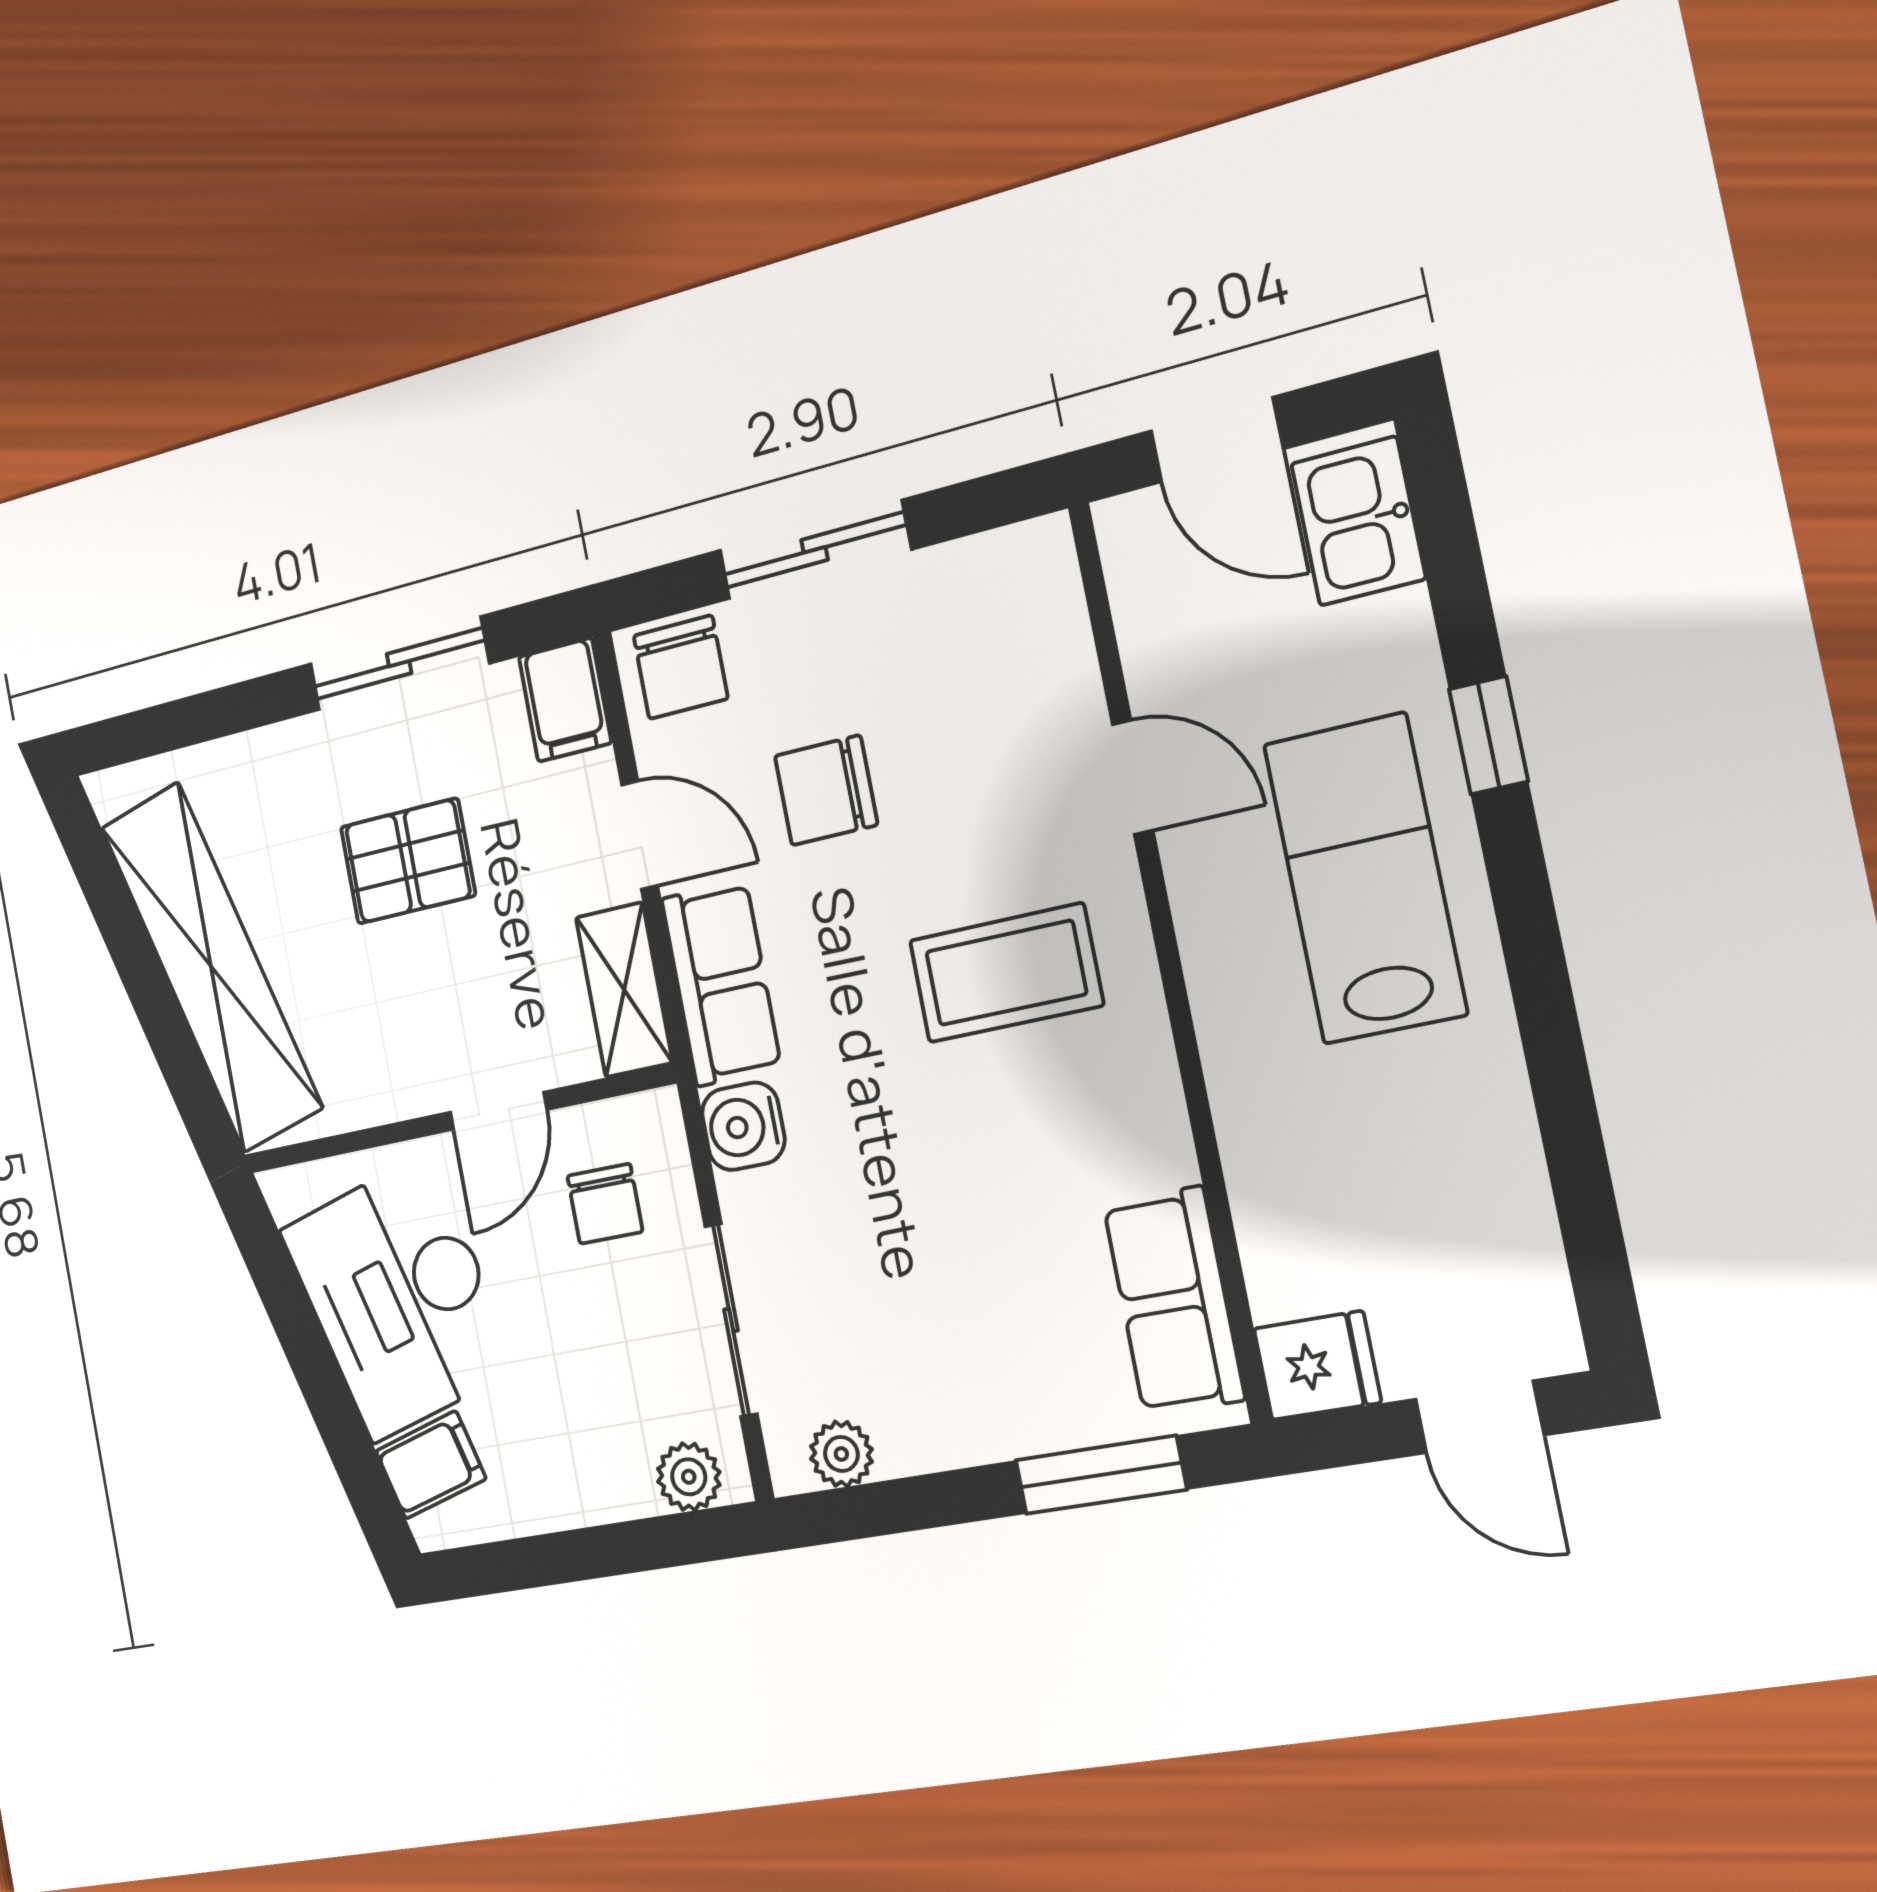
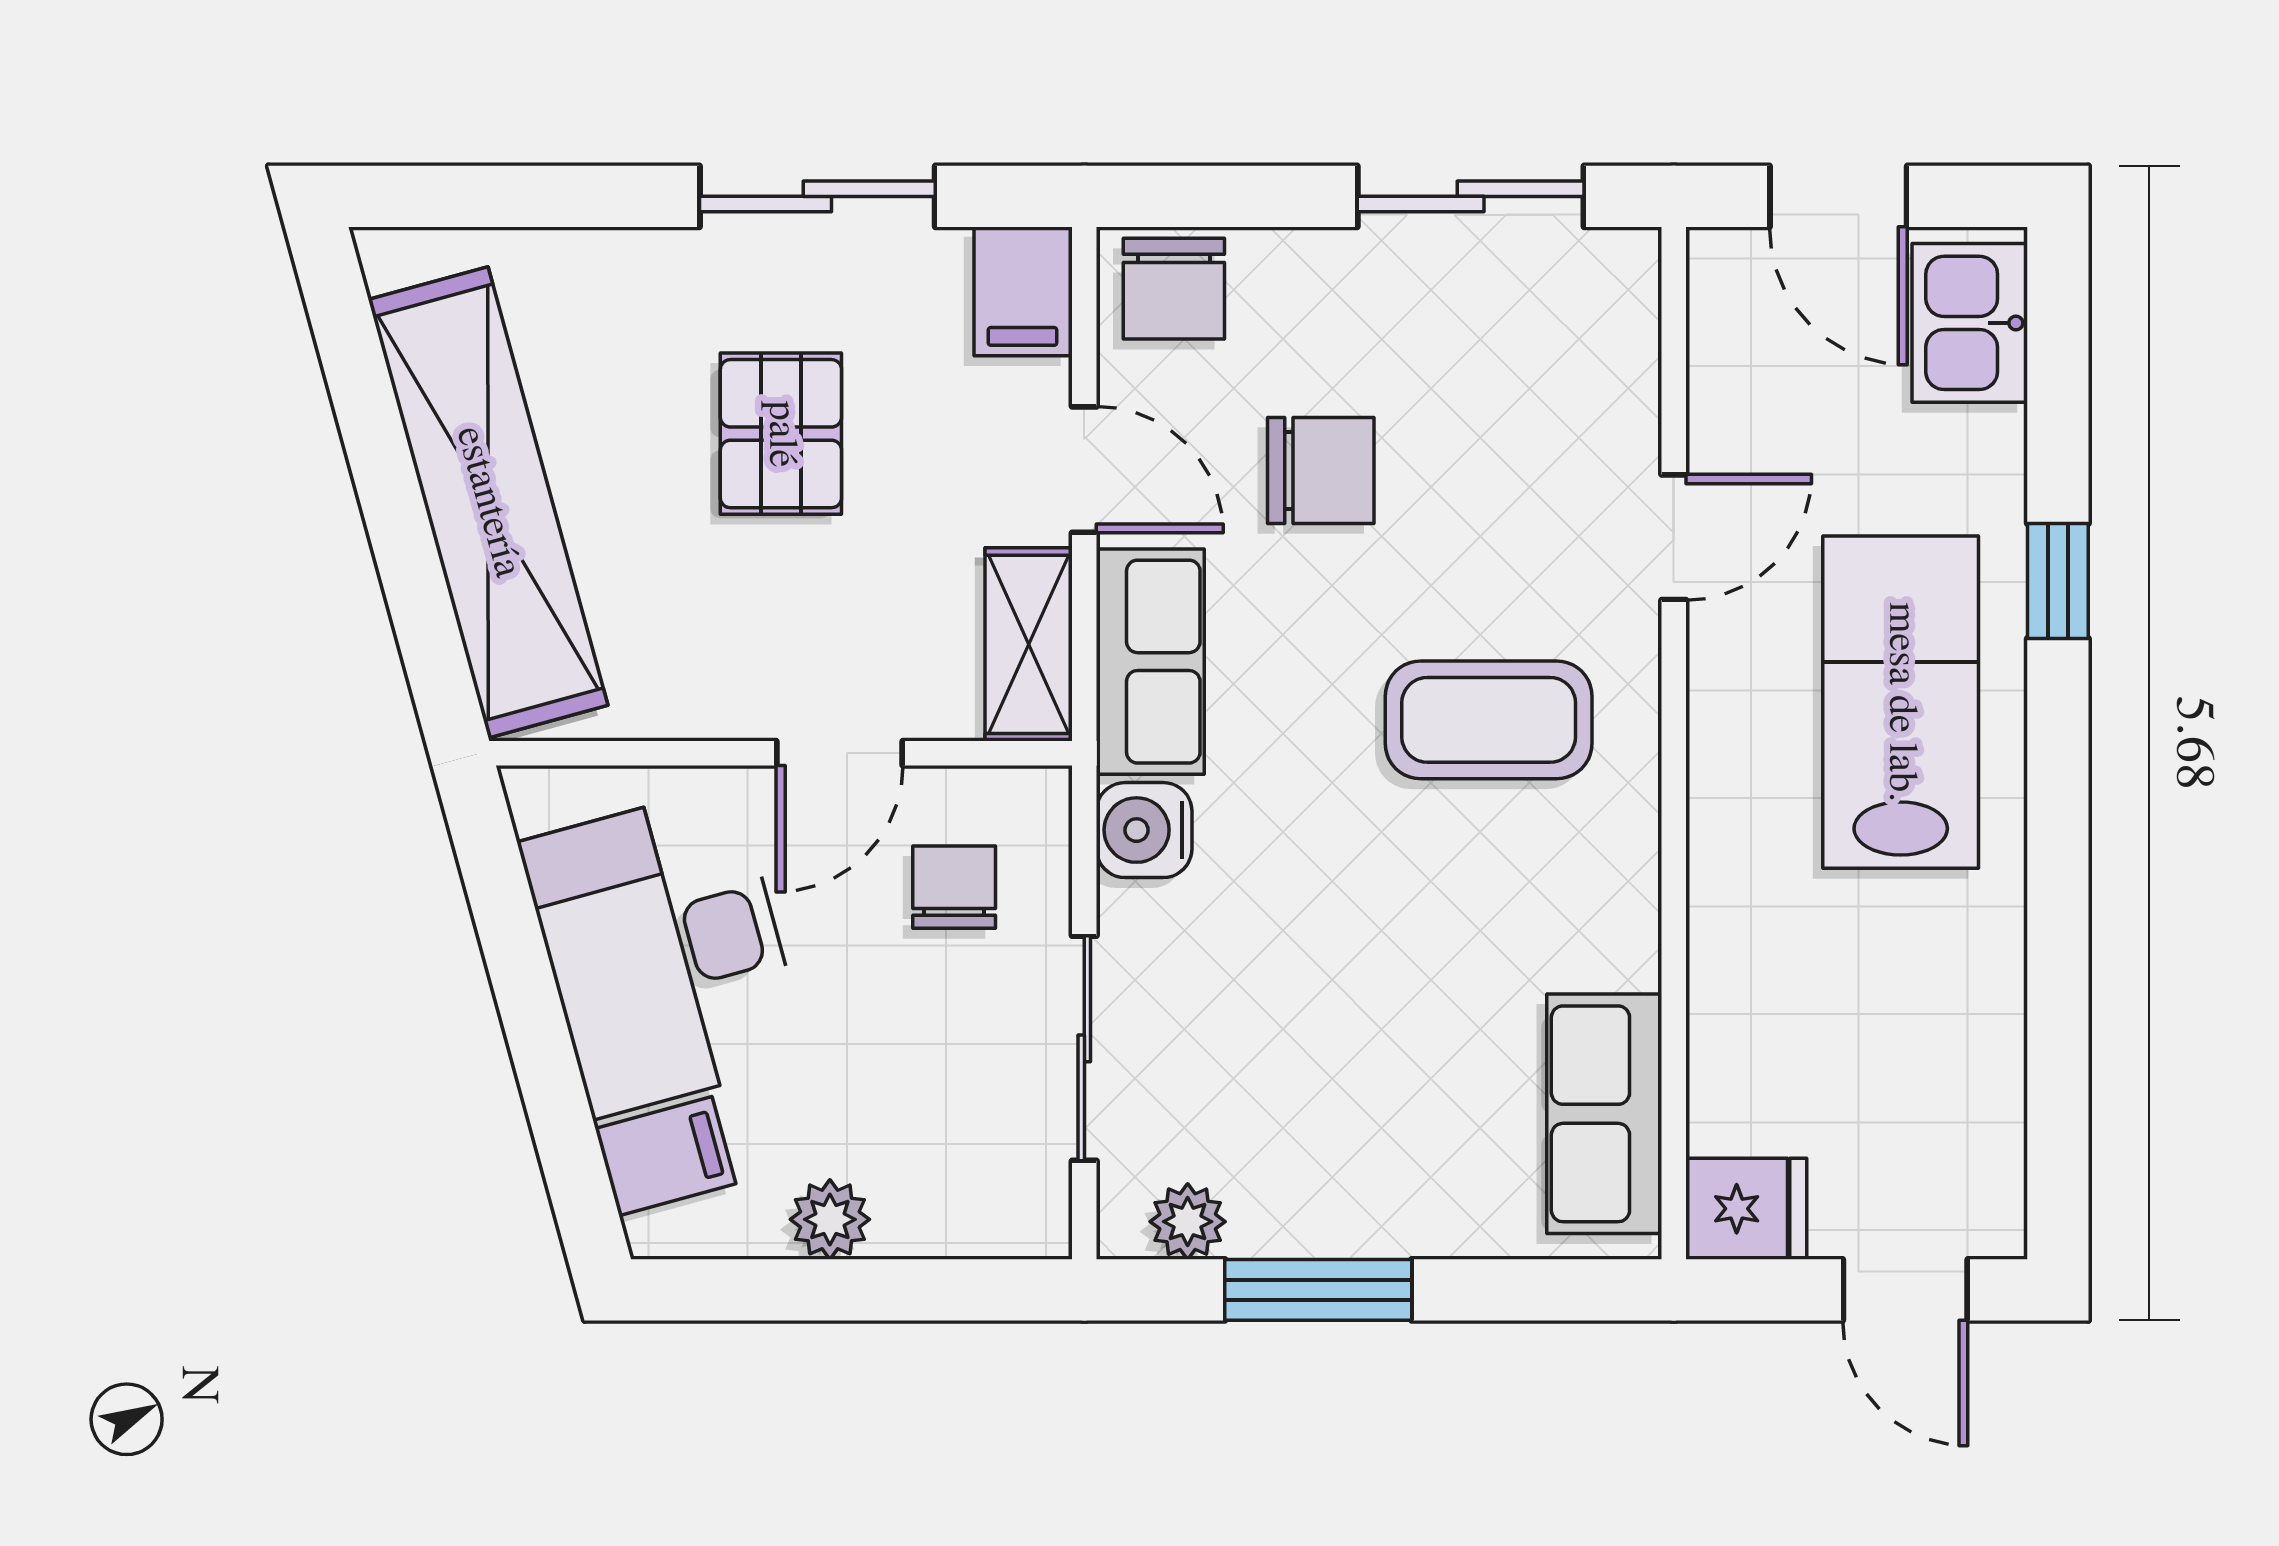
sliding door: (815, 550) -> (1471, 196), moved
door: (1133, 777) -> (1674, 537), hinge flipped
chair: (826, 790) -> (1321, 470), turned 180
pallet: (408, 861) -> (781, 434), turned 90
chair: (605, 1204) -> (954, 887), turned 180
window: (1101, 1475) -> (1318, 1290), moved
plant: (689, 1477) -> (830, 1219), moved

